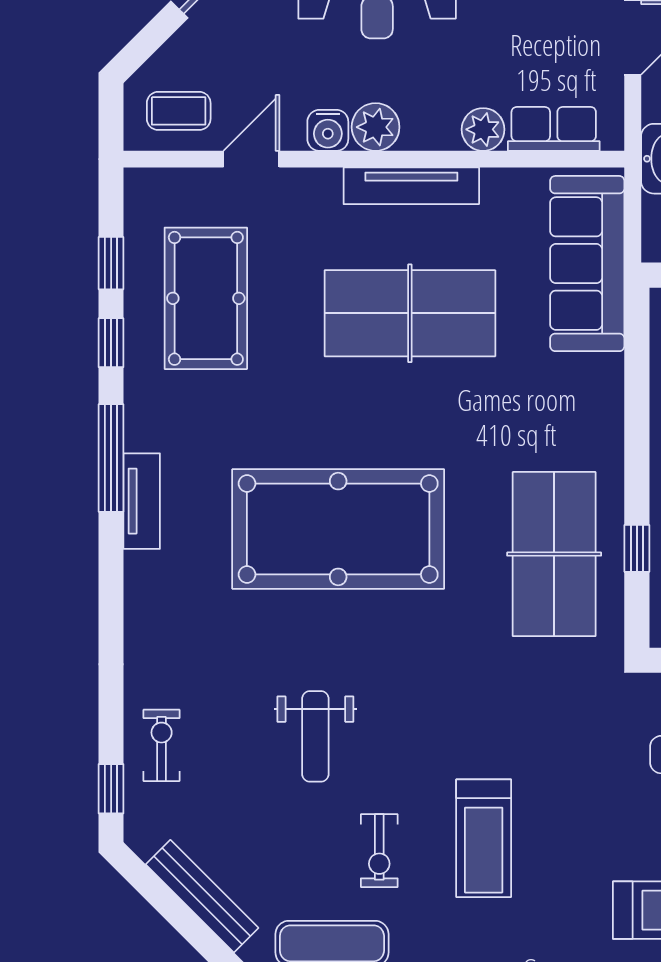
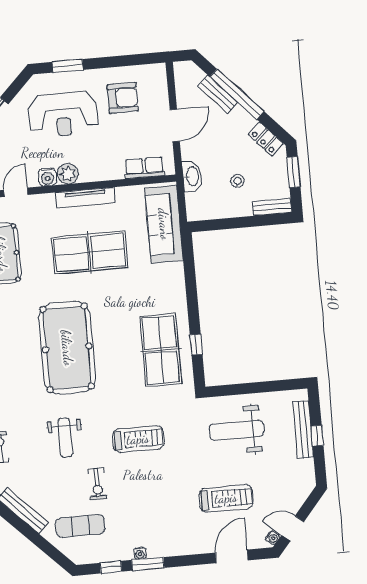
plant: (483, 129) -> (114, 171), removed
pool table: (338, 529) -> (67, 348), turned 90
treadmill: (484, 838) -> (138, 439), moved, turned -90

